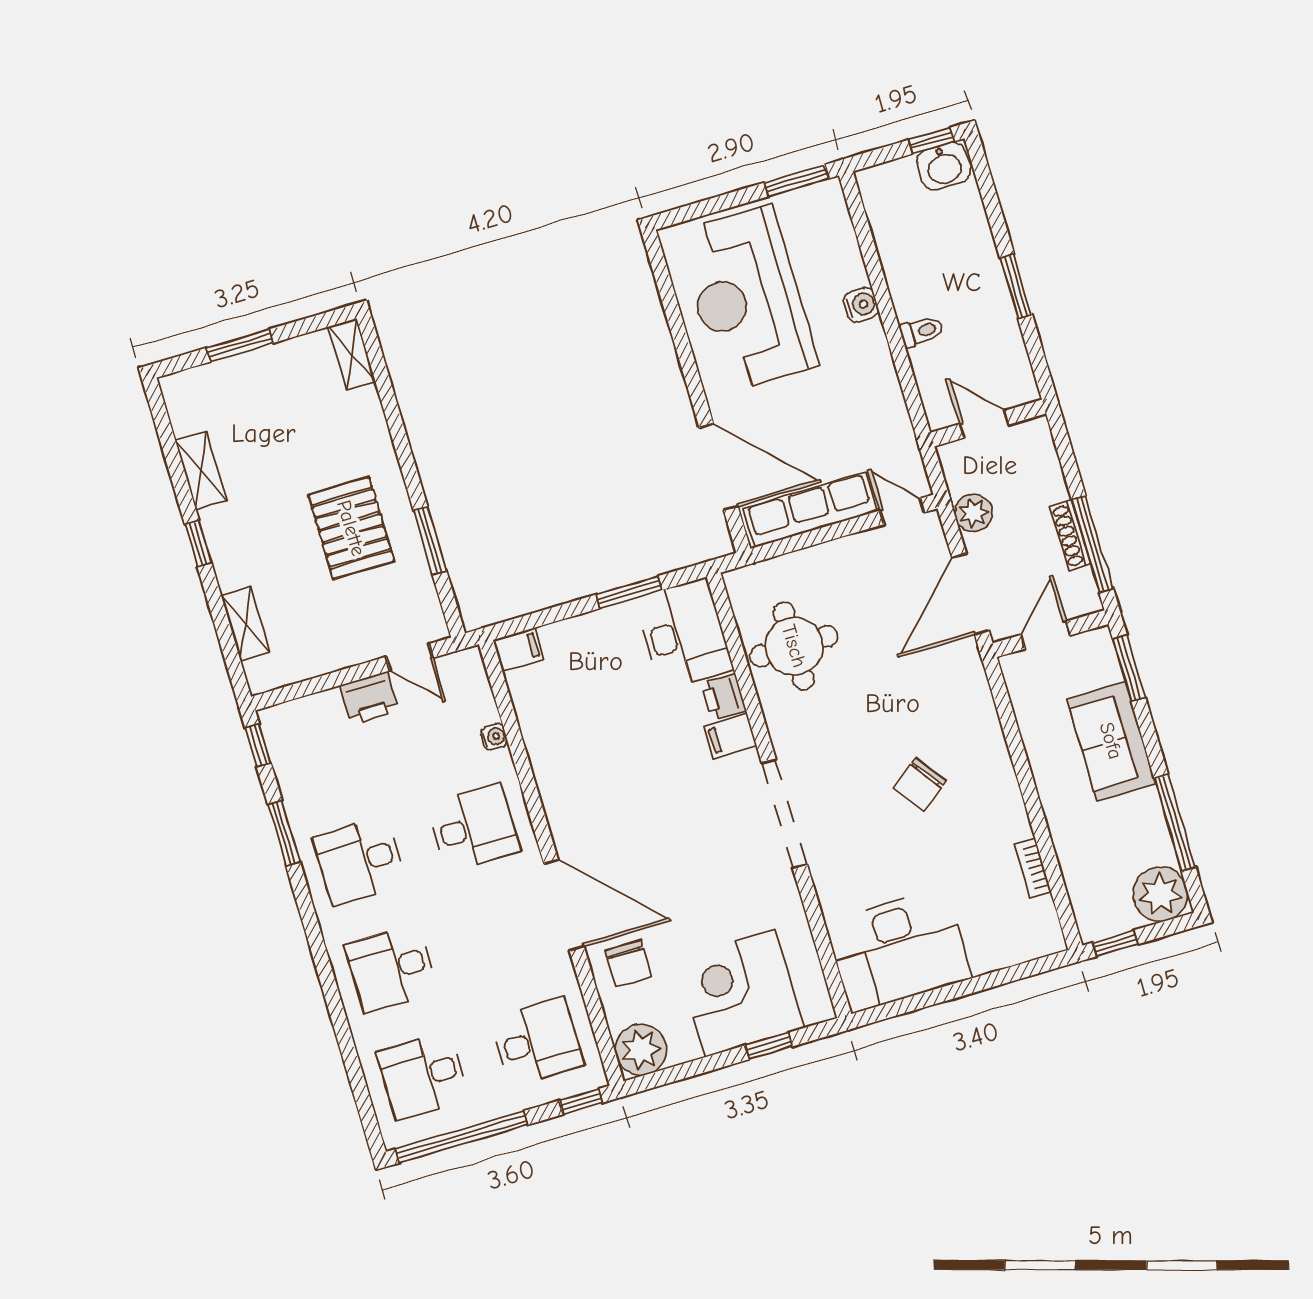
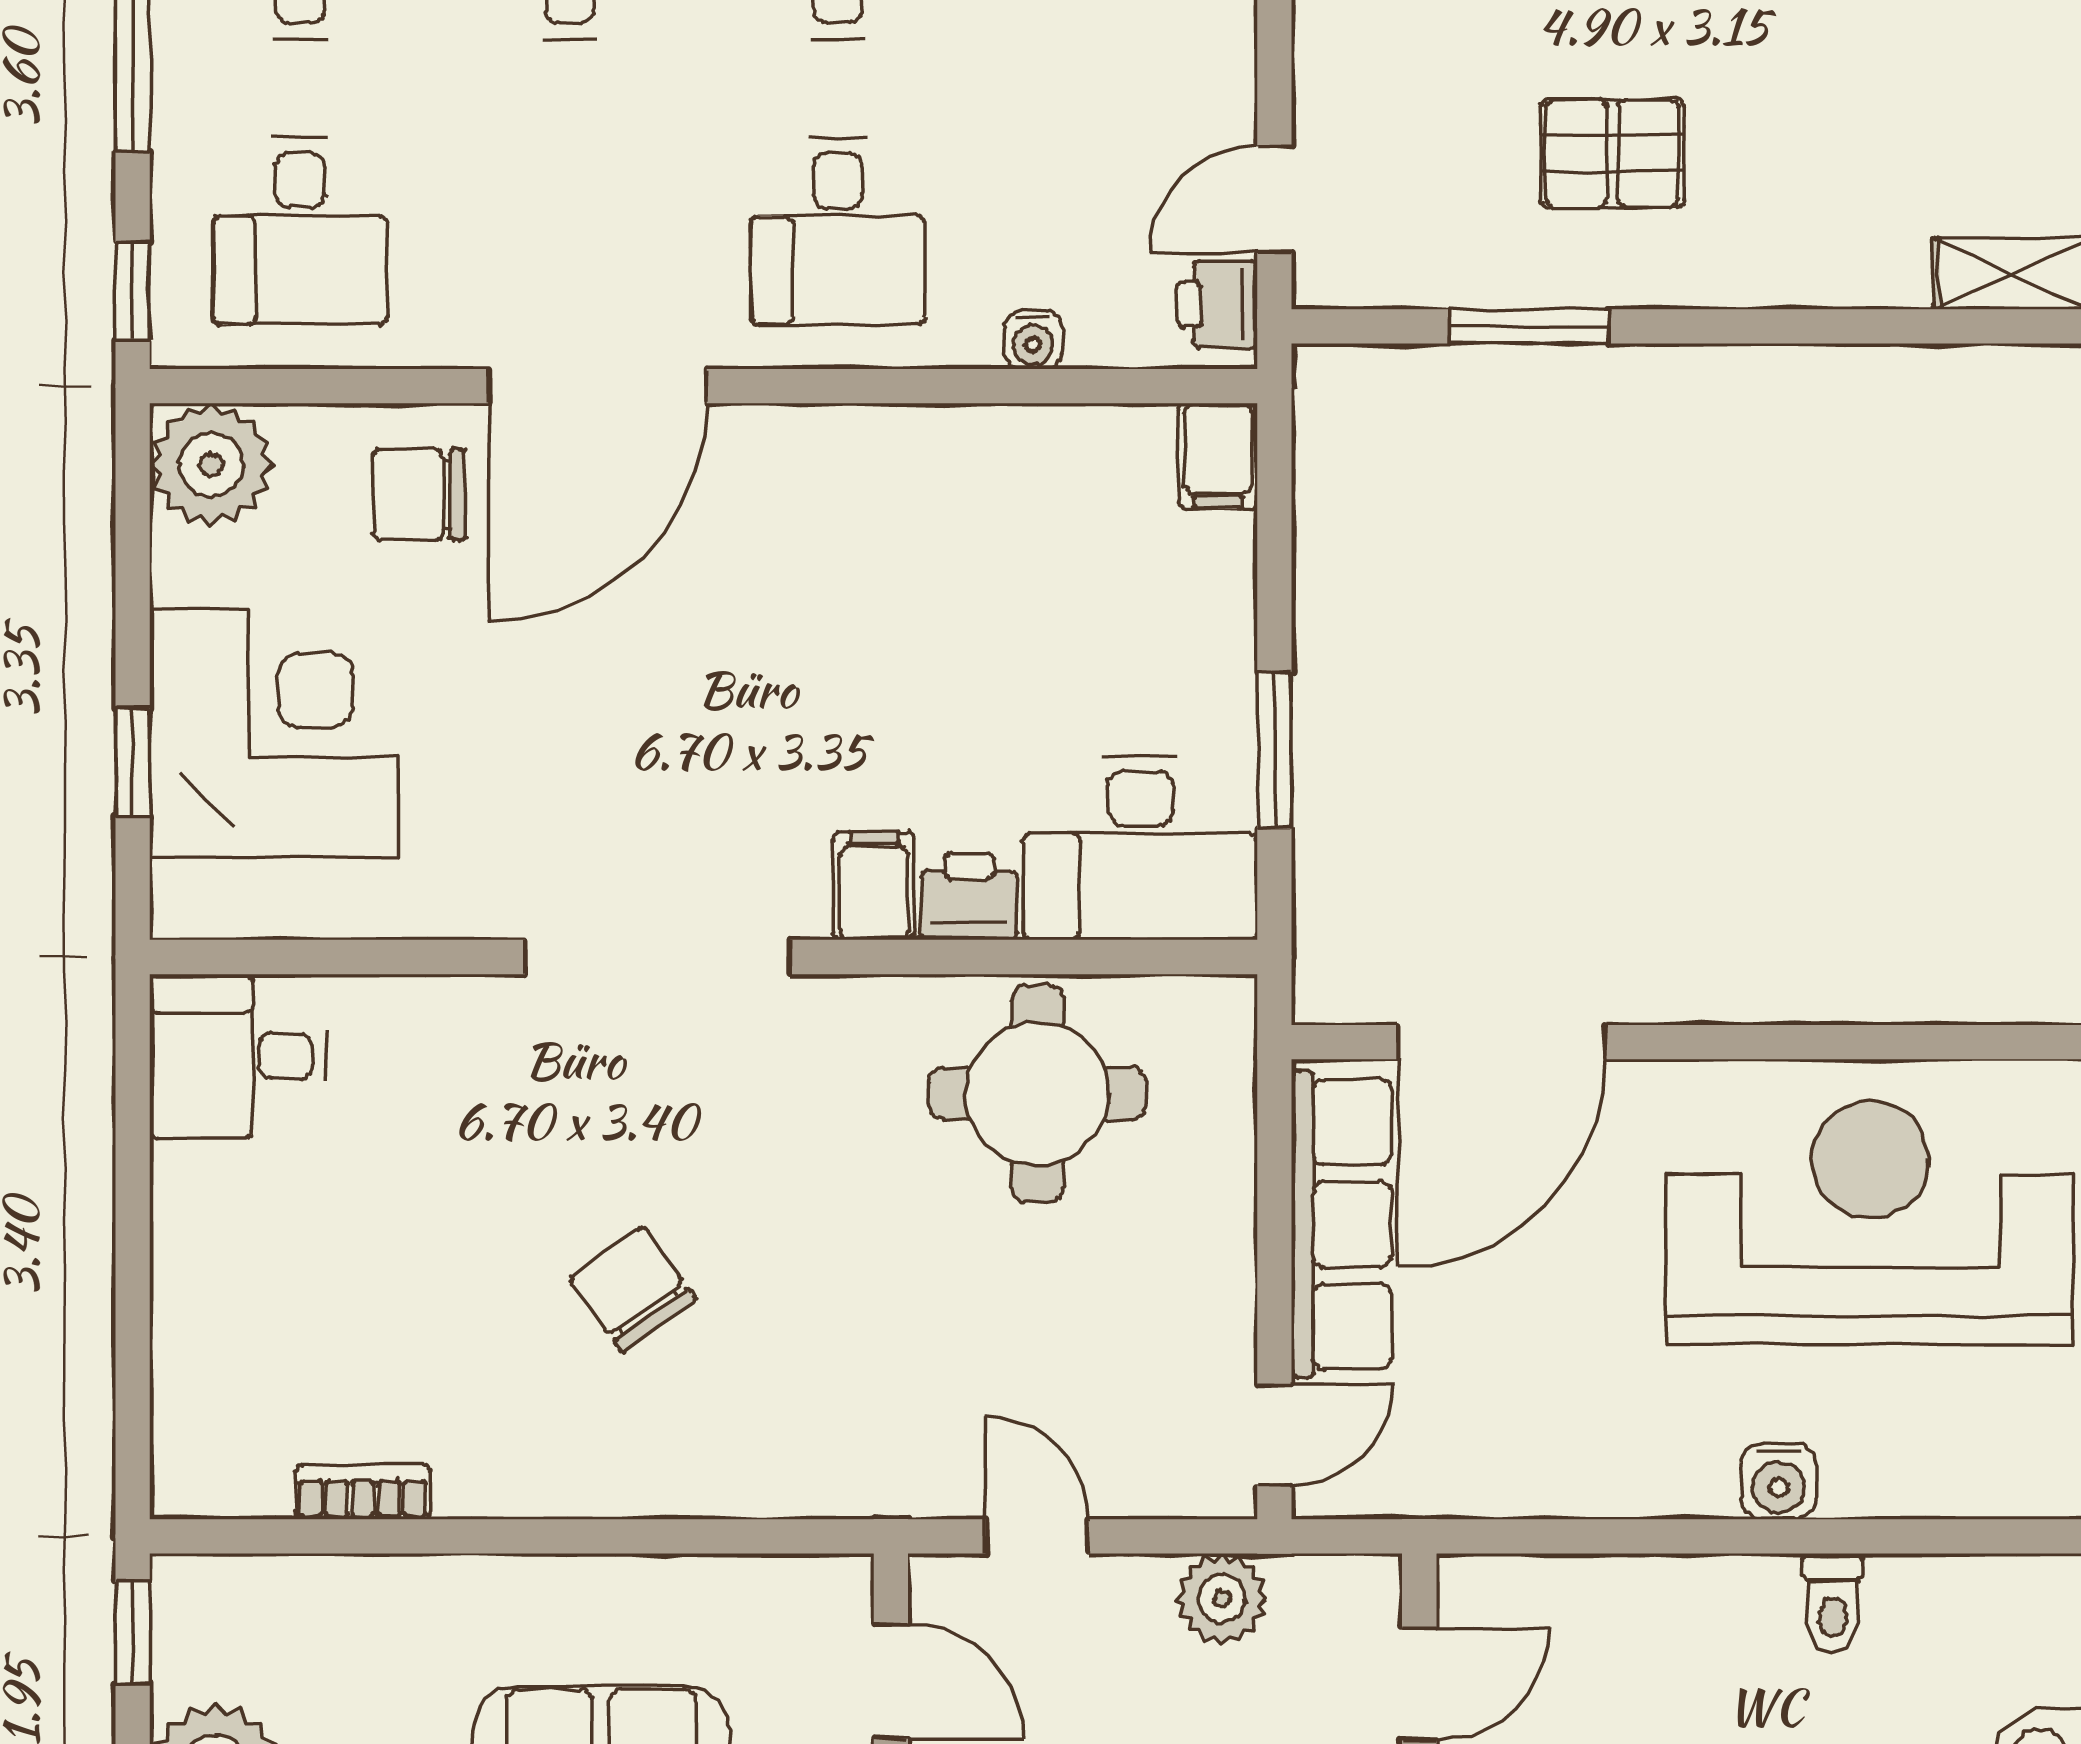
toilet: (921, 331) -> (1833, 1603), moved
pallet: (351, 528) -> (1612, 153), width x0.67, depth x0.71
door: (971, 594) -> (1037, 1536), width x0.53
printer: (369, 698) -> (1217, 304), moved, width x0.73, depth x0.81
desk: (899, 950) -> (238, 1056), width x0.53, depth x0.77

